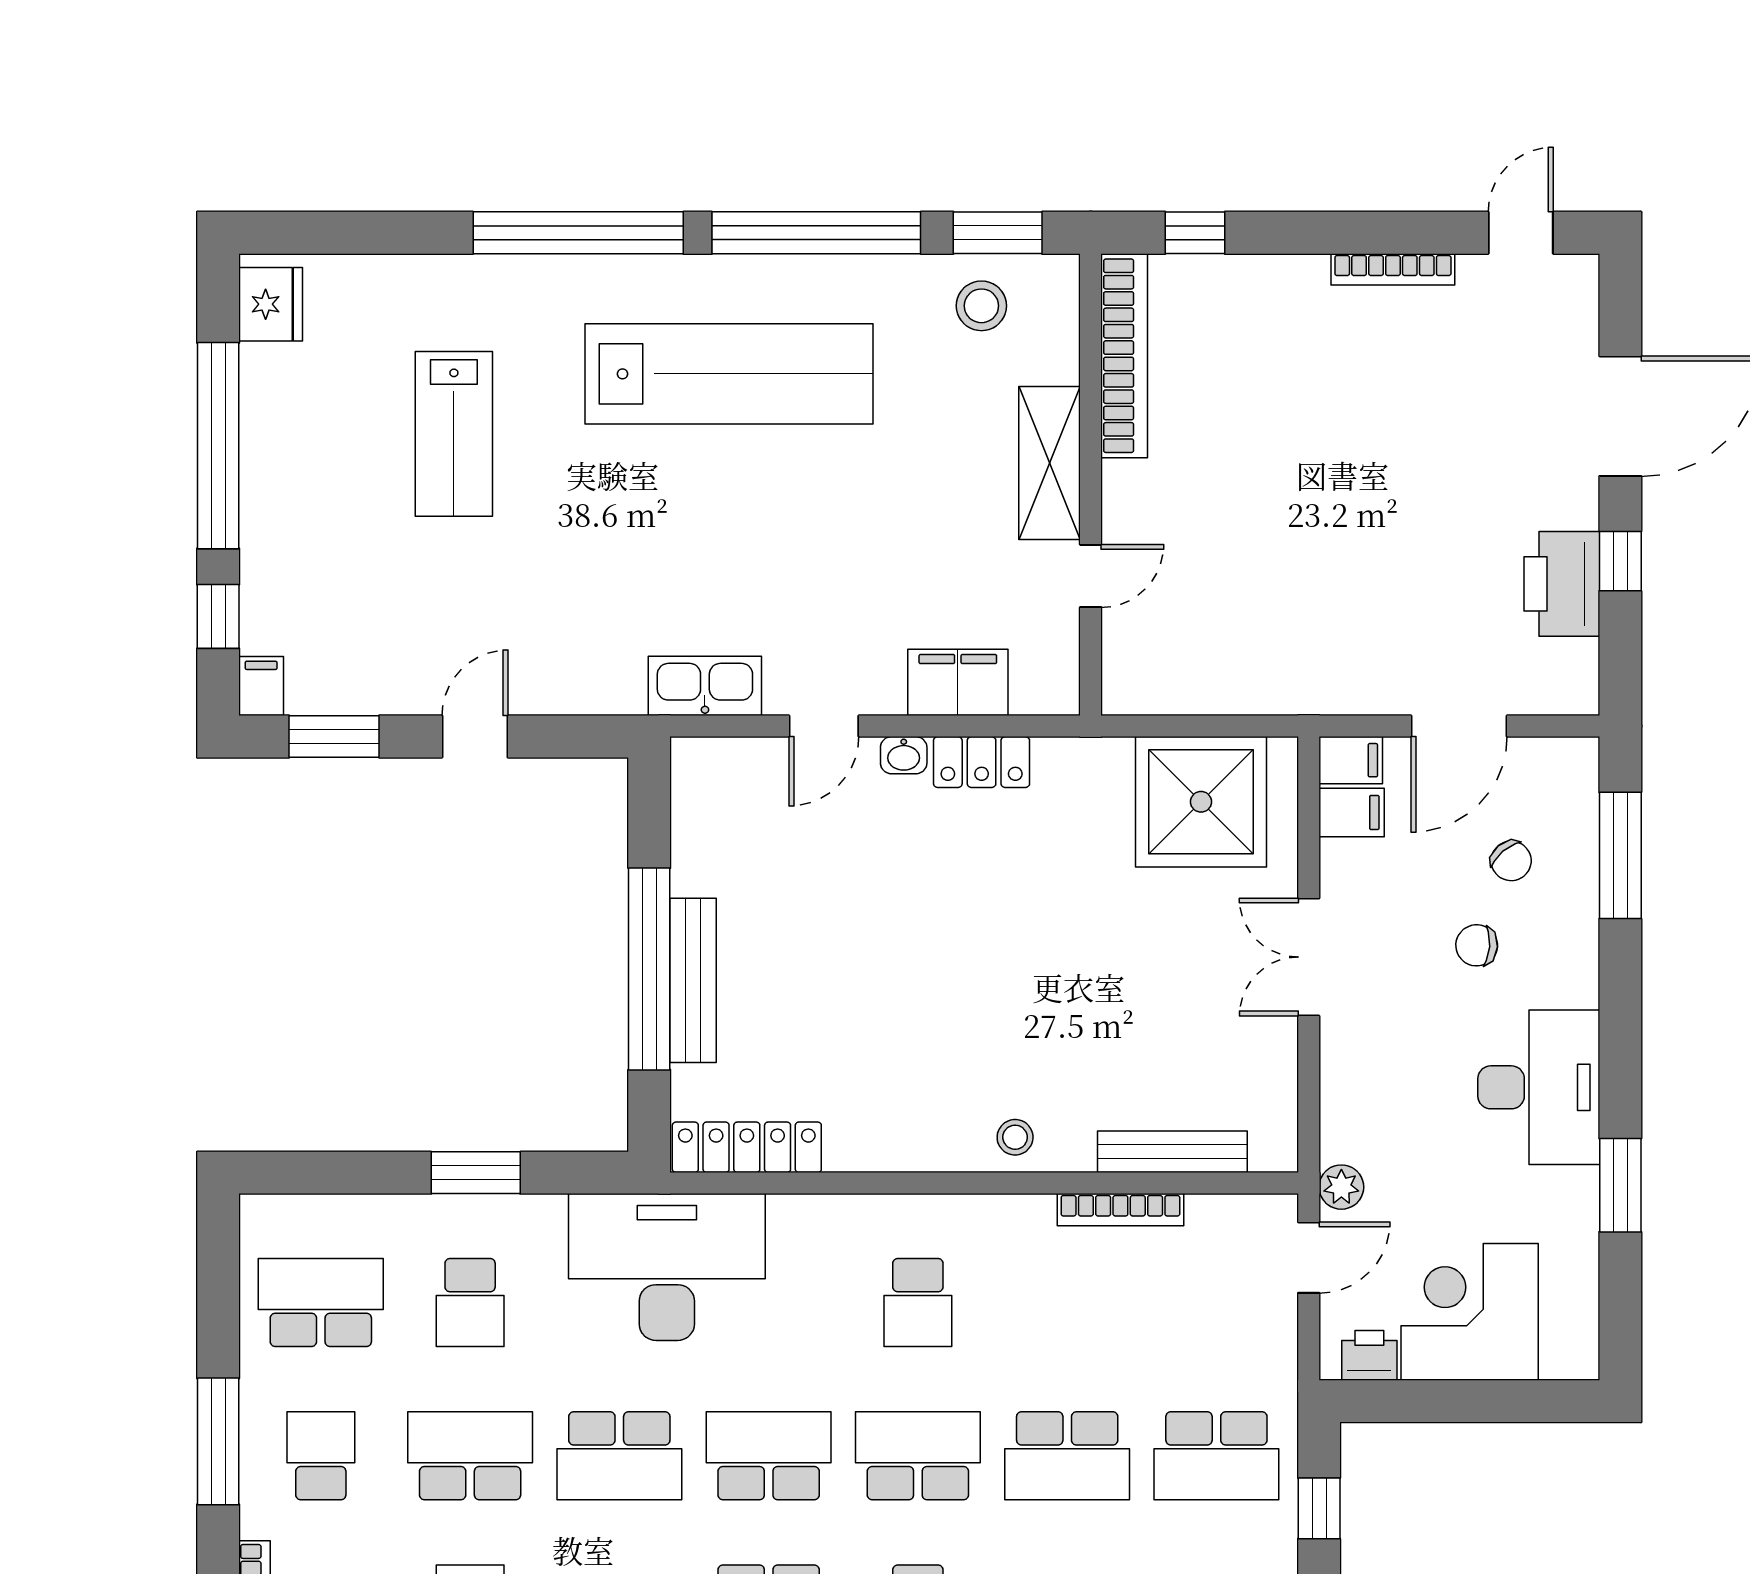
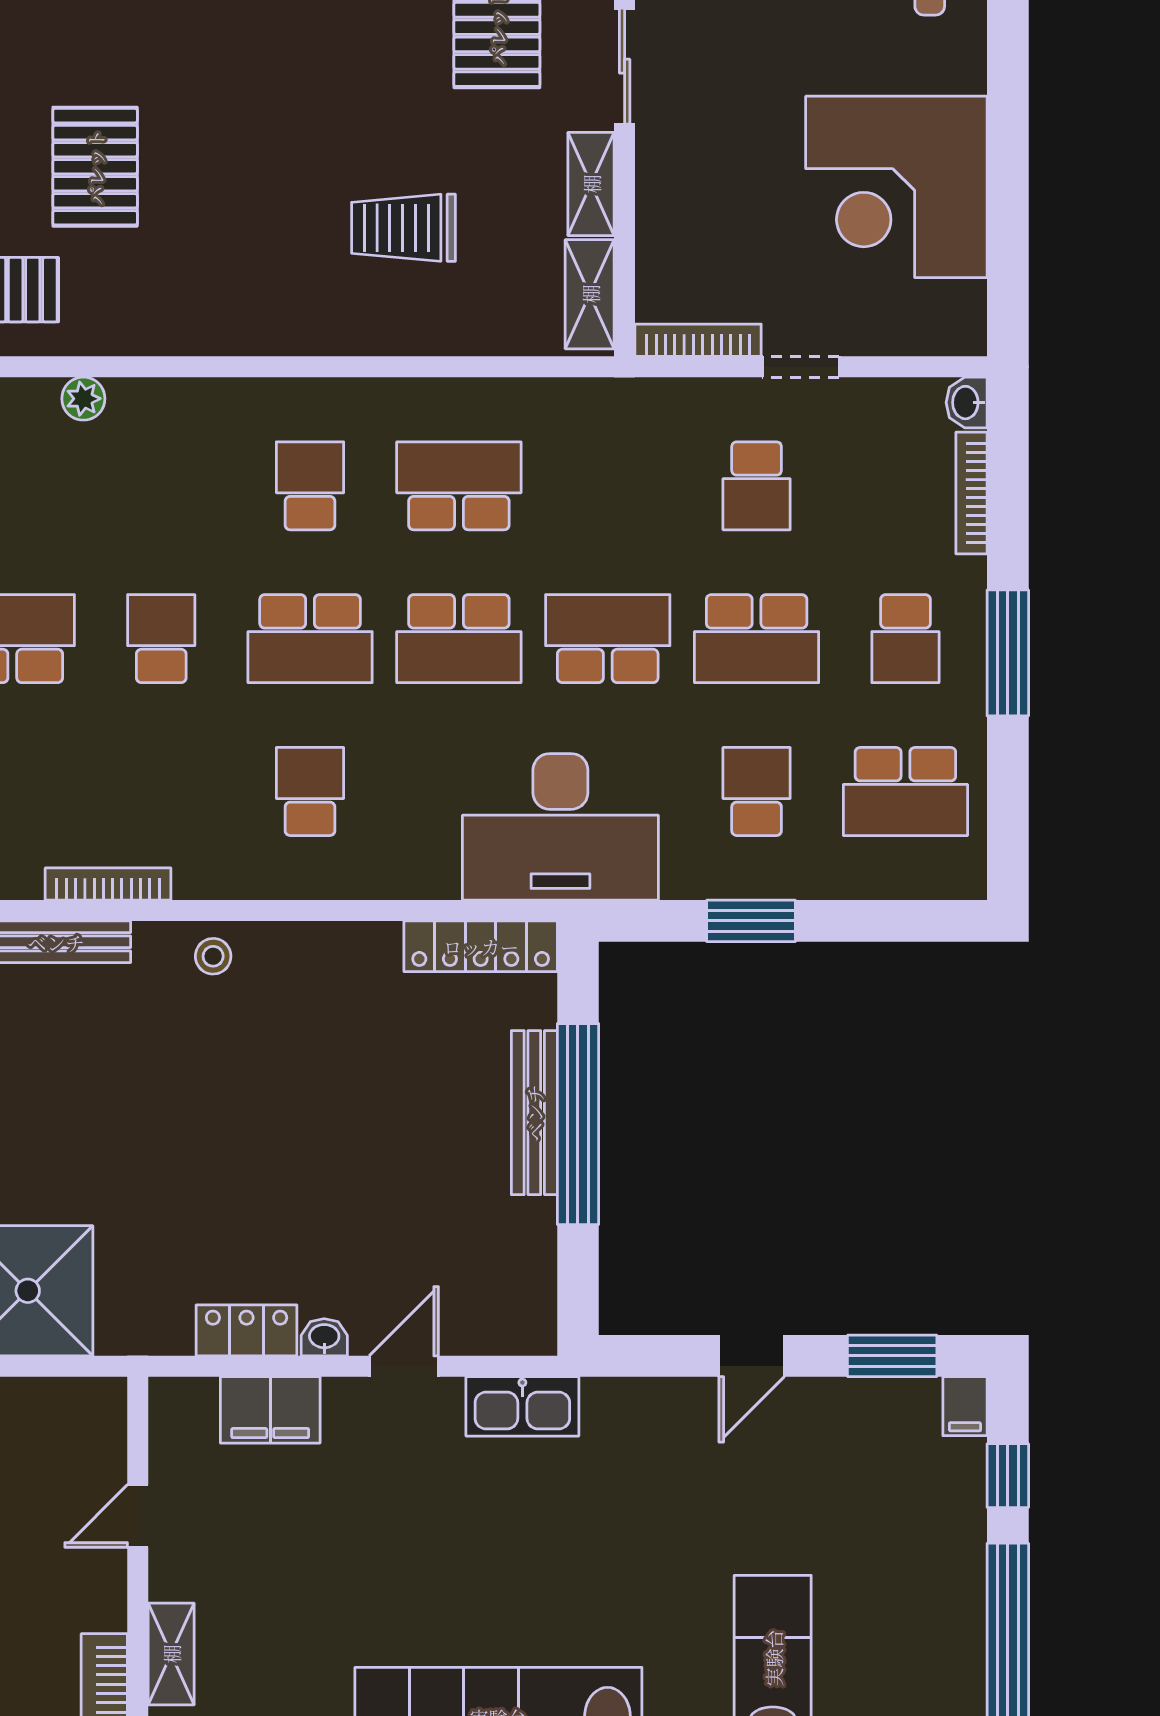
shelving: (1050, 463) -> (171, 1654), width x0.67, depth x0.75
school desk: (1067, 1456) -> (161, 639), width x0.54

